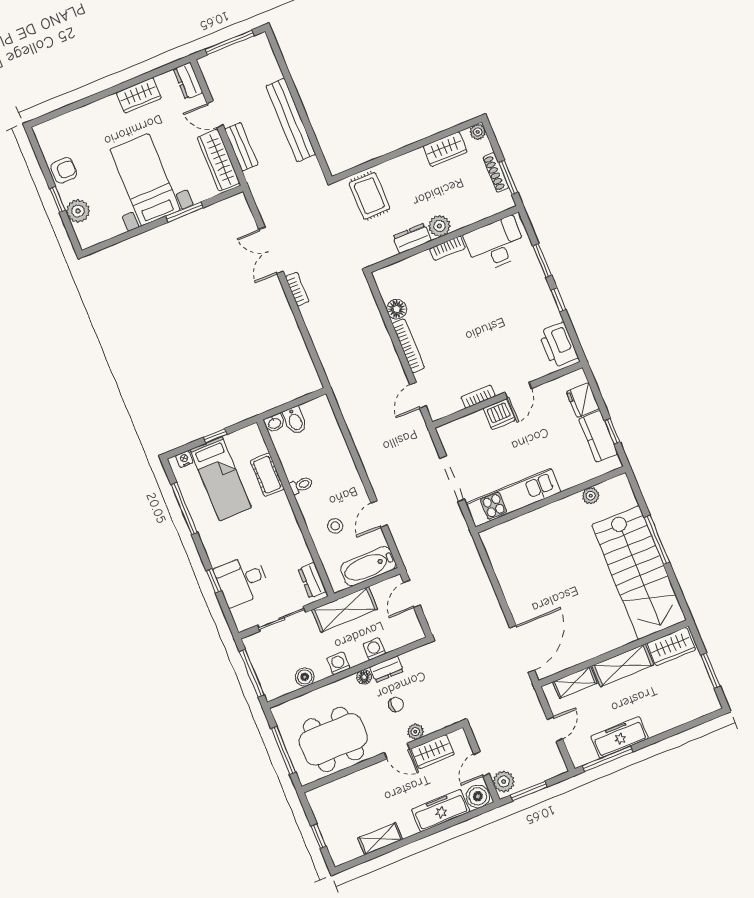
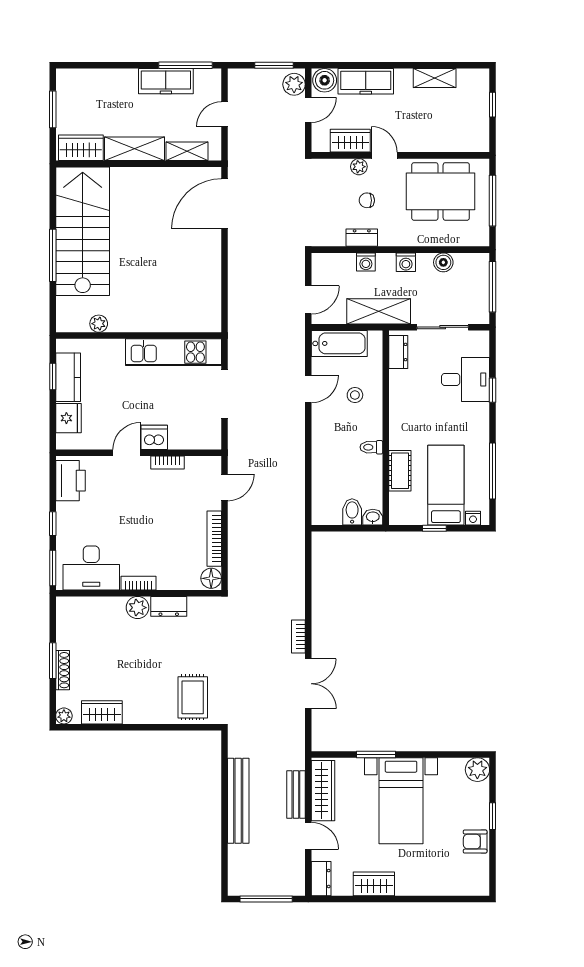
plant: (78, 211) -> (477, 770), moved
plant: (439, 226) -> (138, 608), moved
dresser: (412, 238) -> (169, 606), moved
wall: (444, 239) -> (139, 593), moved
desk: (495, 244) -> (91, 568), moved
bookcase: (448, 248) -> (138, 583), moved
floor lamp: (364, 677) -> (387, 239), removed

